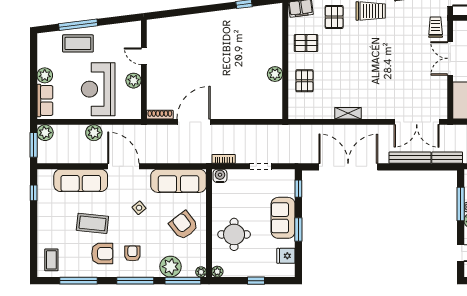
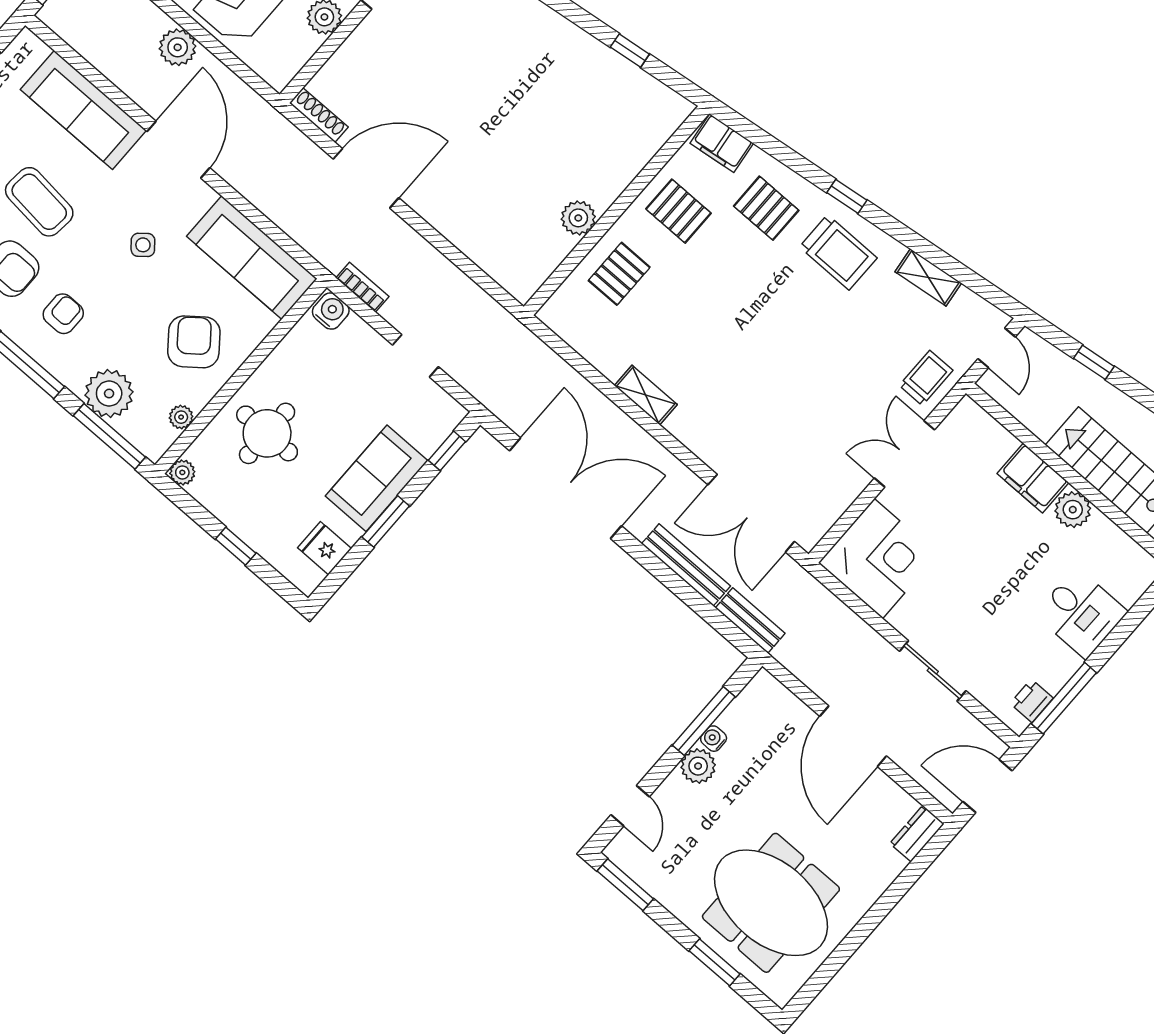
pallet: (334, 17) -> (766, 208), turned 90
plant: (201, 272) -> (181, 417), moved

